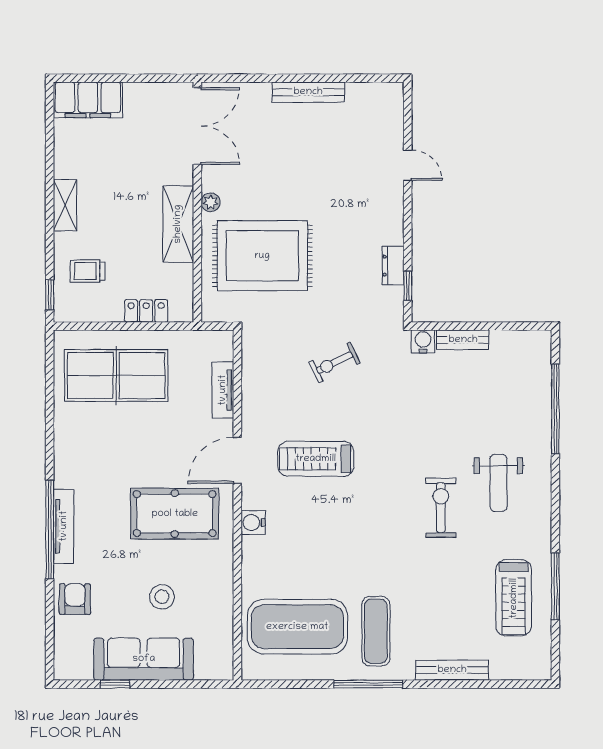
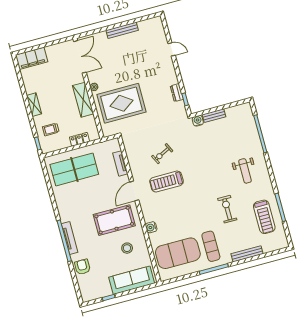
exercise bike: (335, 363) -> (162, 154), moved
exercise bike: (441, 508) -> (227, 209), moved
water cooler: (253, 522) -> (151, 227), moved
stool: (162, 597) -> (127, 248), moved
sofa: (144, 659) -> (132, 280), moved

